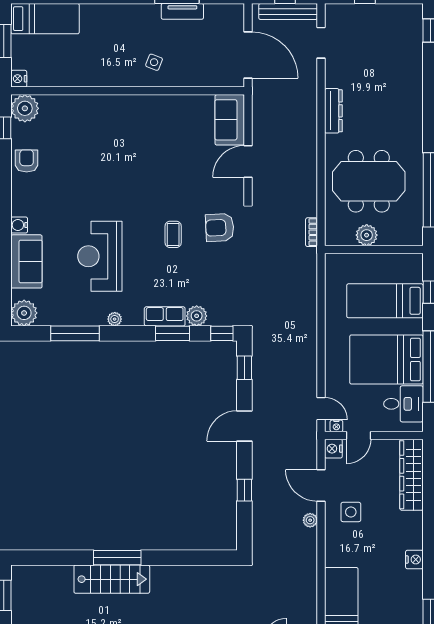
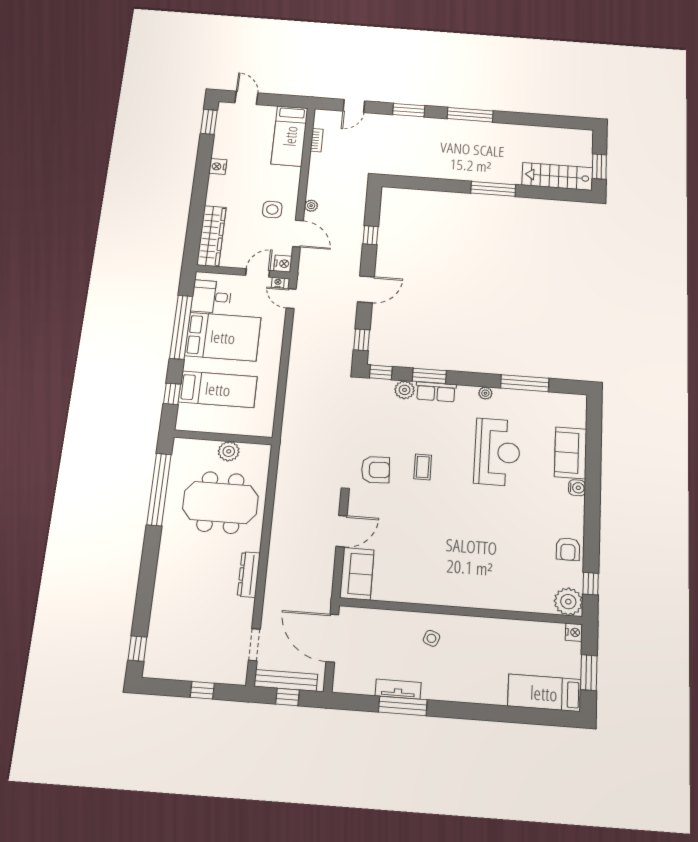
bookcase: (311, 232) -> (317, 140), moved
plant: (24, 313) -> (574, 406), removed
stairs: (112, 579) -> (557, 176), moved

